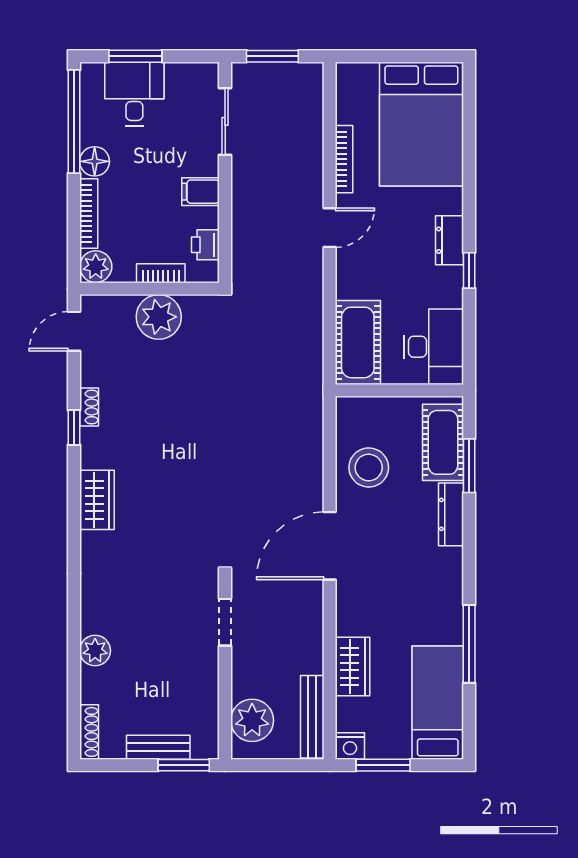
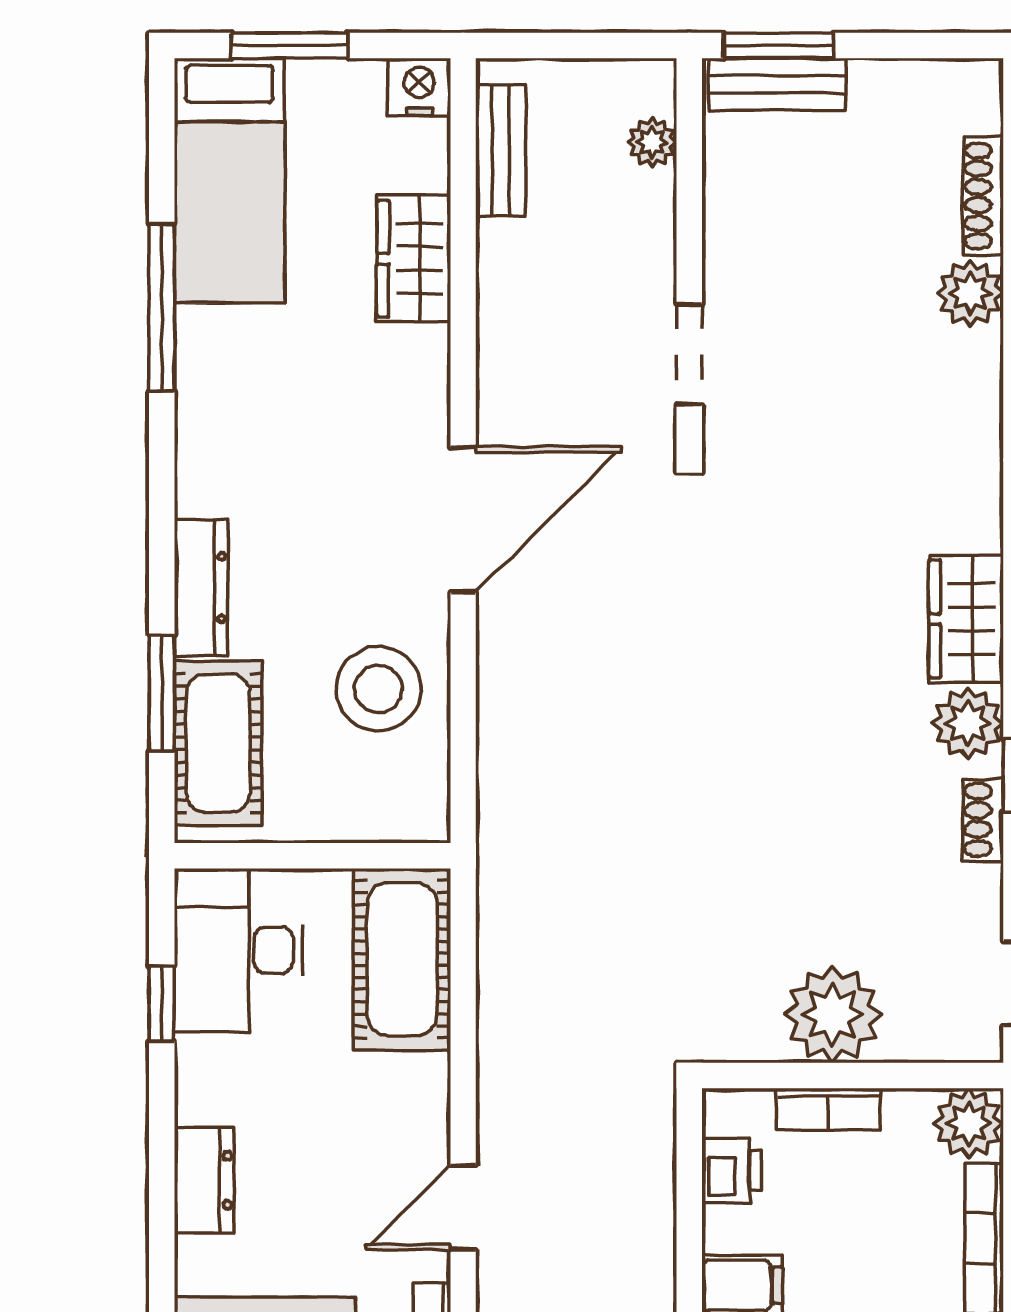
window: (469, 270) -> (162, 1004), moved
plant: (96, 452) -> (968, 723), added
bench: (312, 717) -> (501, 150), width x0.73
plant: (252, 720) -> (652, 142), width x0.53, depth x0.53
shoe rack: (89, 732) -> (983, 196), moved
bench: (158, 747) -> (777, 84), moved
window: (383, 765) -> (290, 46), moved

